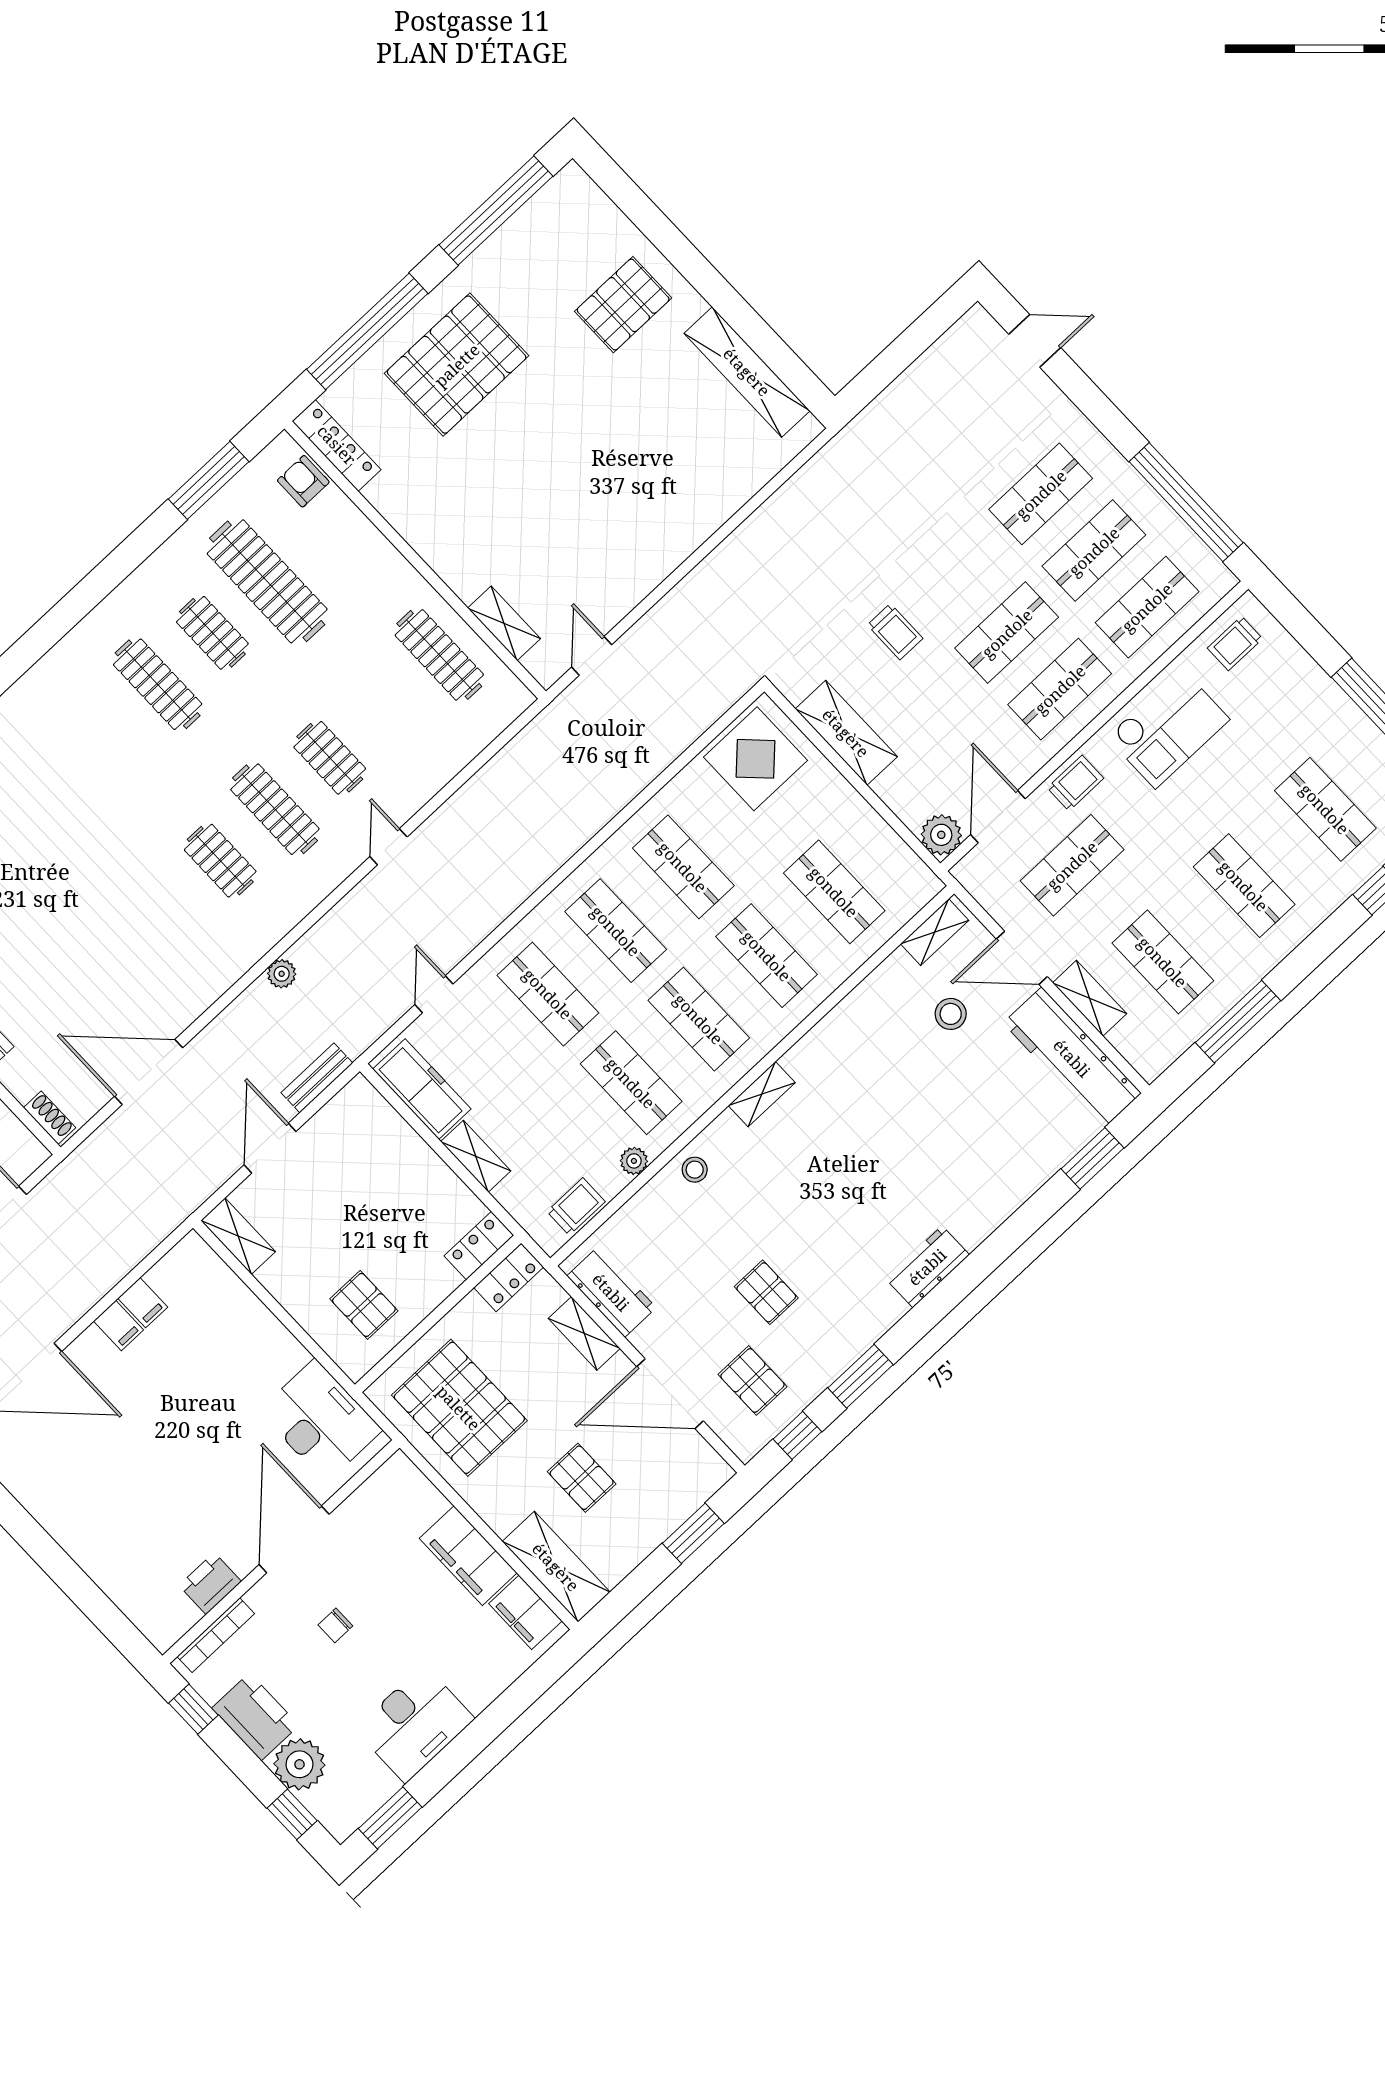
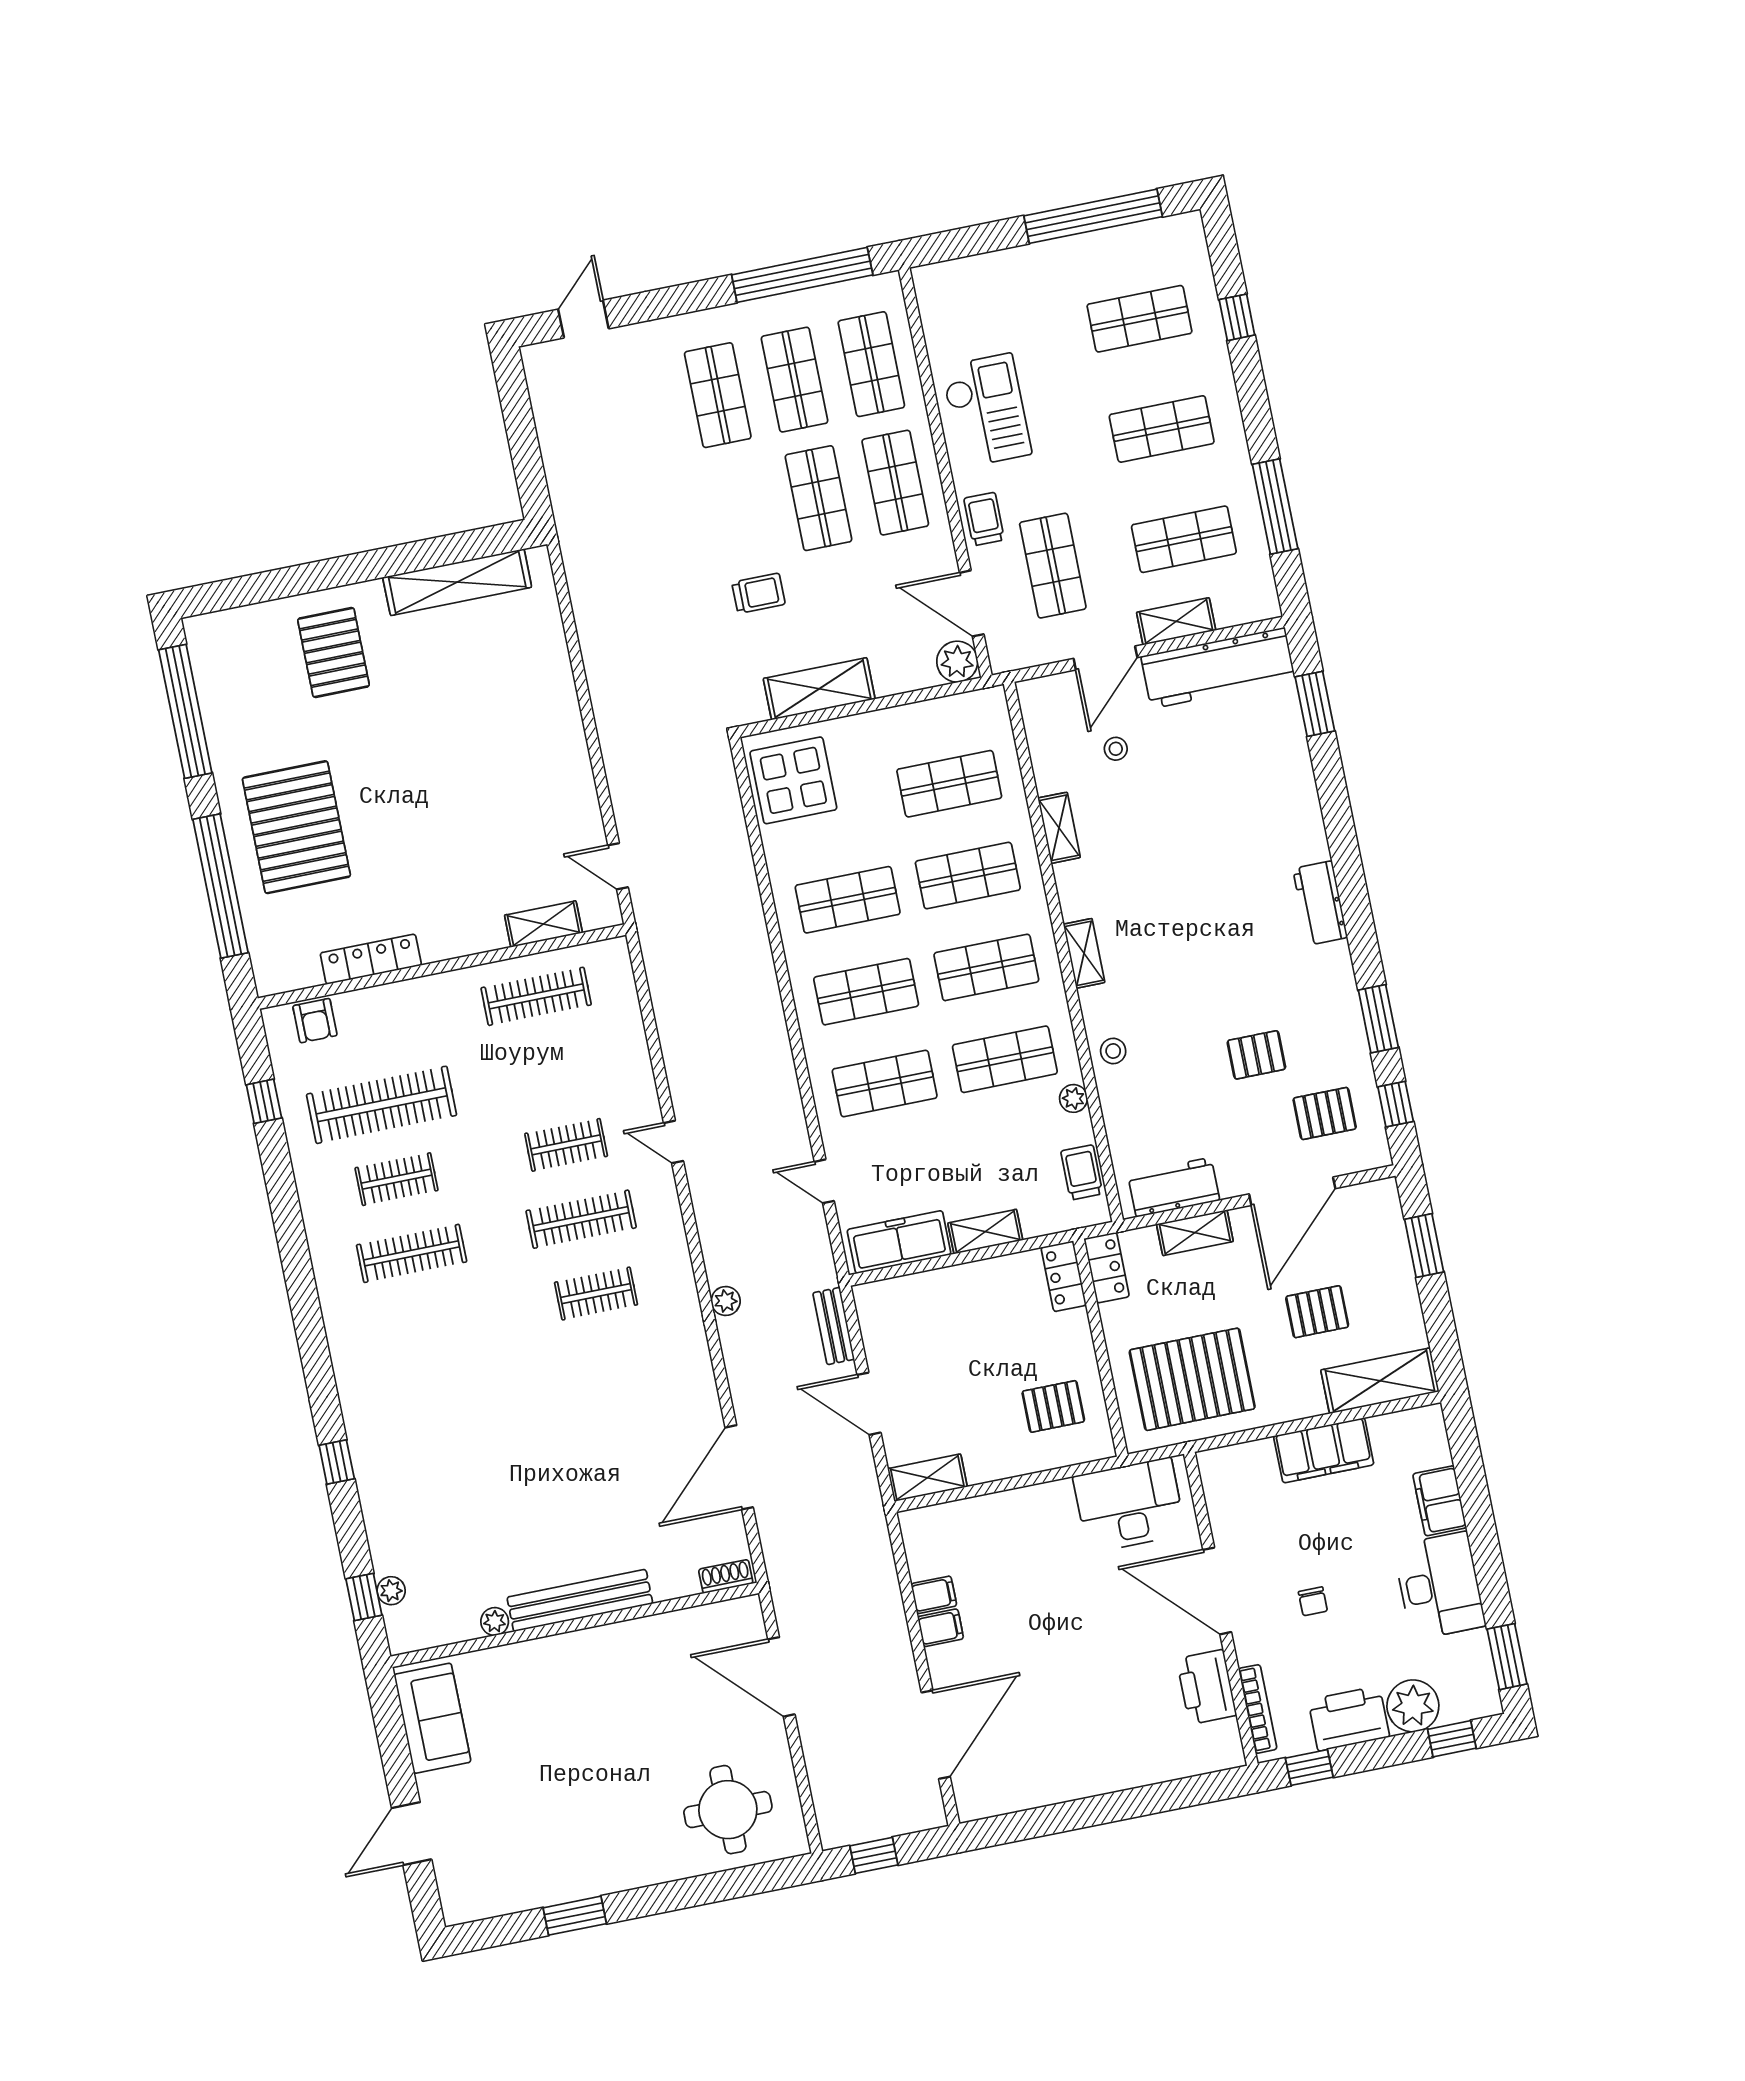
locker: (337, 445) -> (371, 959), moved
window: (209, 480) -> (264, 1101), width x0.46
armchair: (303, 481) -> (315, 1021), turned -90
trolley: (1235, 643) -> (949, 308), removed
shelving: (935, 932) -> (1059, 828), moved
stool: (951, 1014) -> (1116, 749), width x0.73, depth x0.73
printer: (210, 1583) -> (1206, 1687), width x1.37, depth x1.19
filing cabinet: (525, 1612) -> (1440, 1501), moved, turned 90

